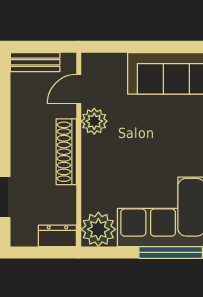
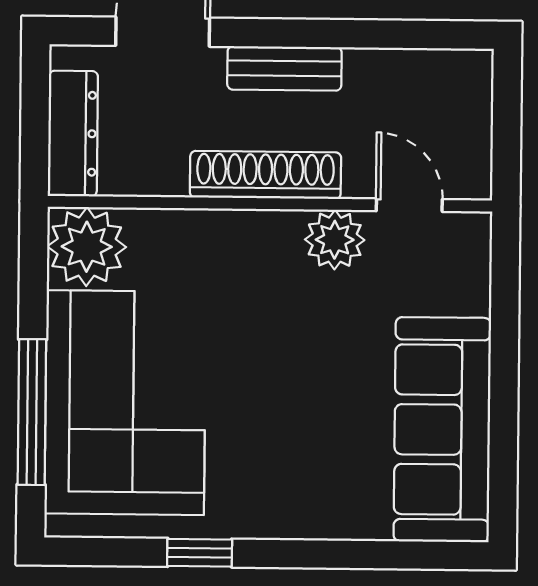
bench: (35, 62) -> (284, 68), moved, turned 90
dresser: (57, 236) -> (73, 134), width x1.44

